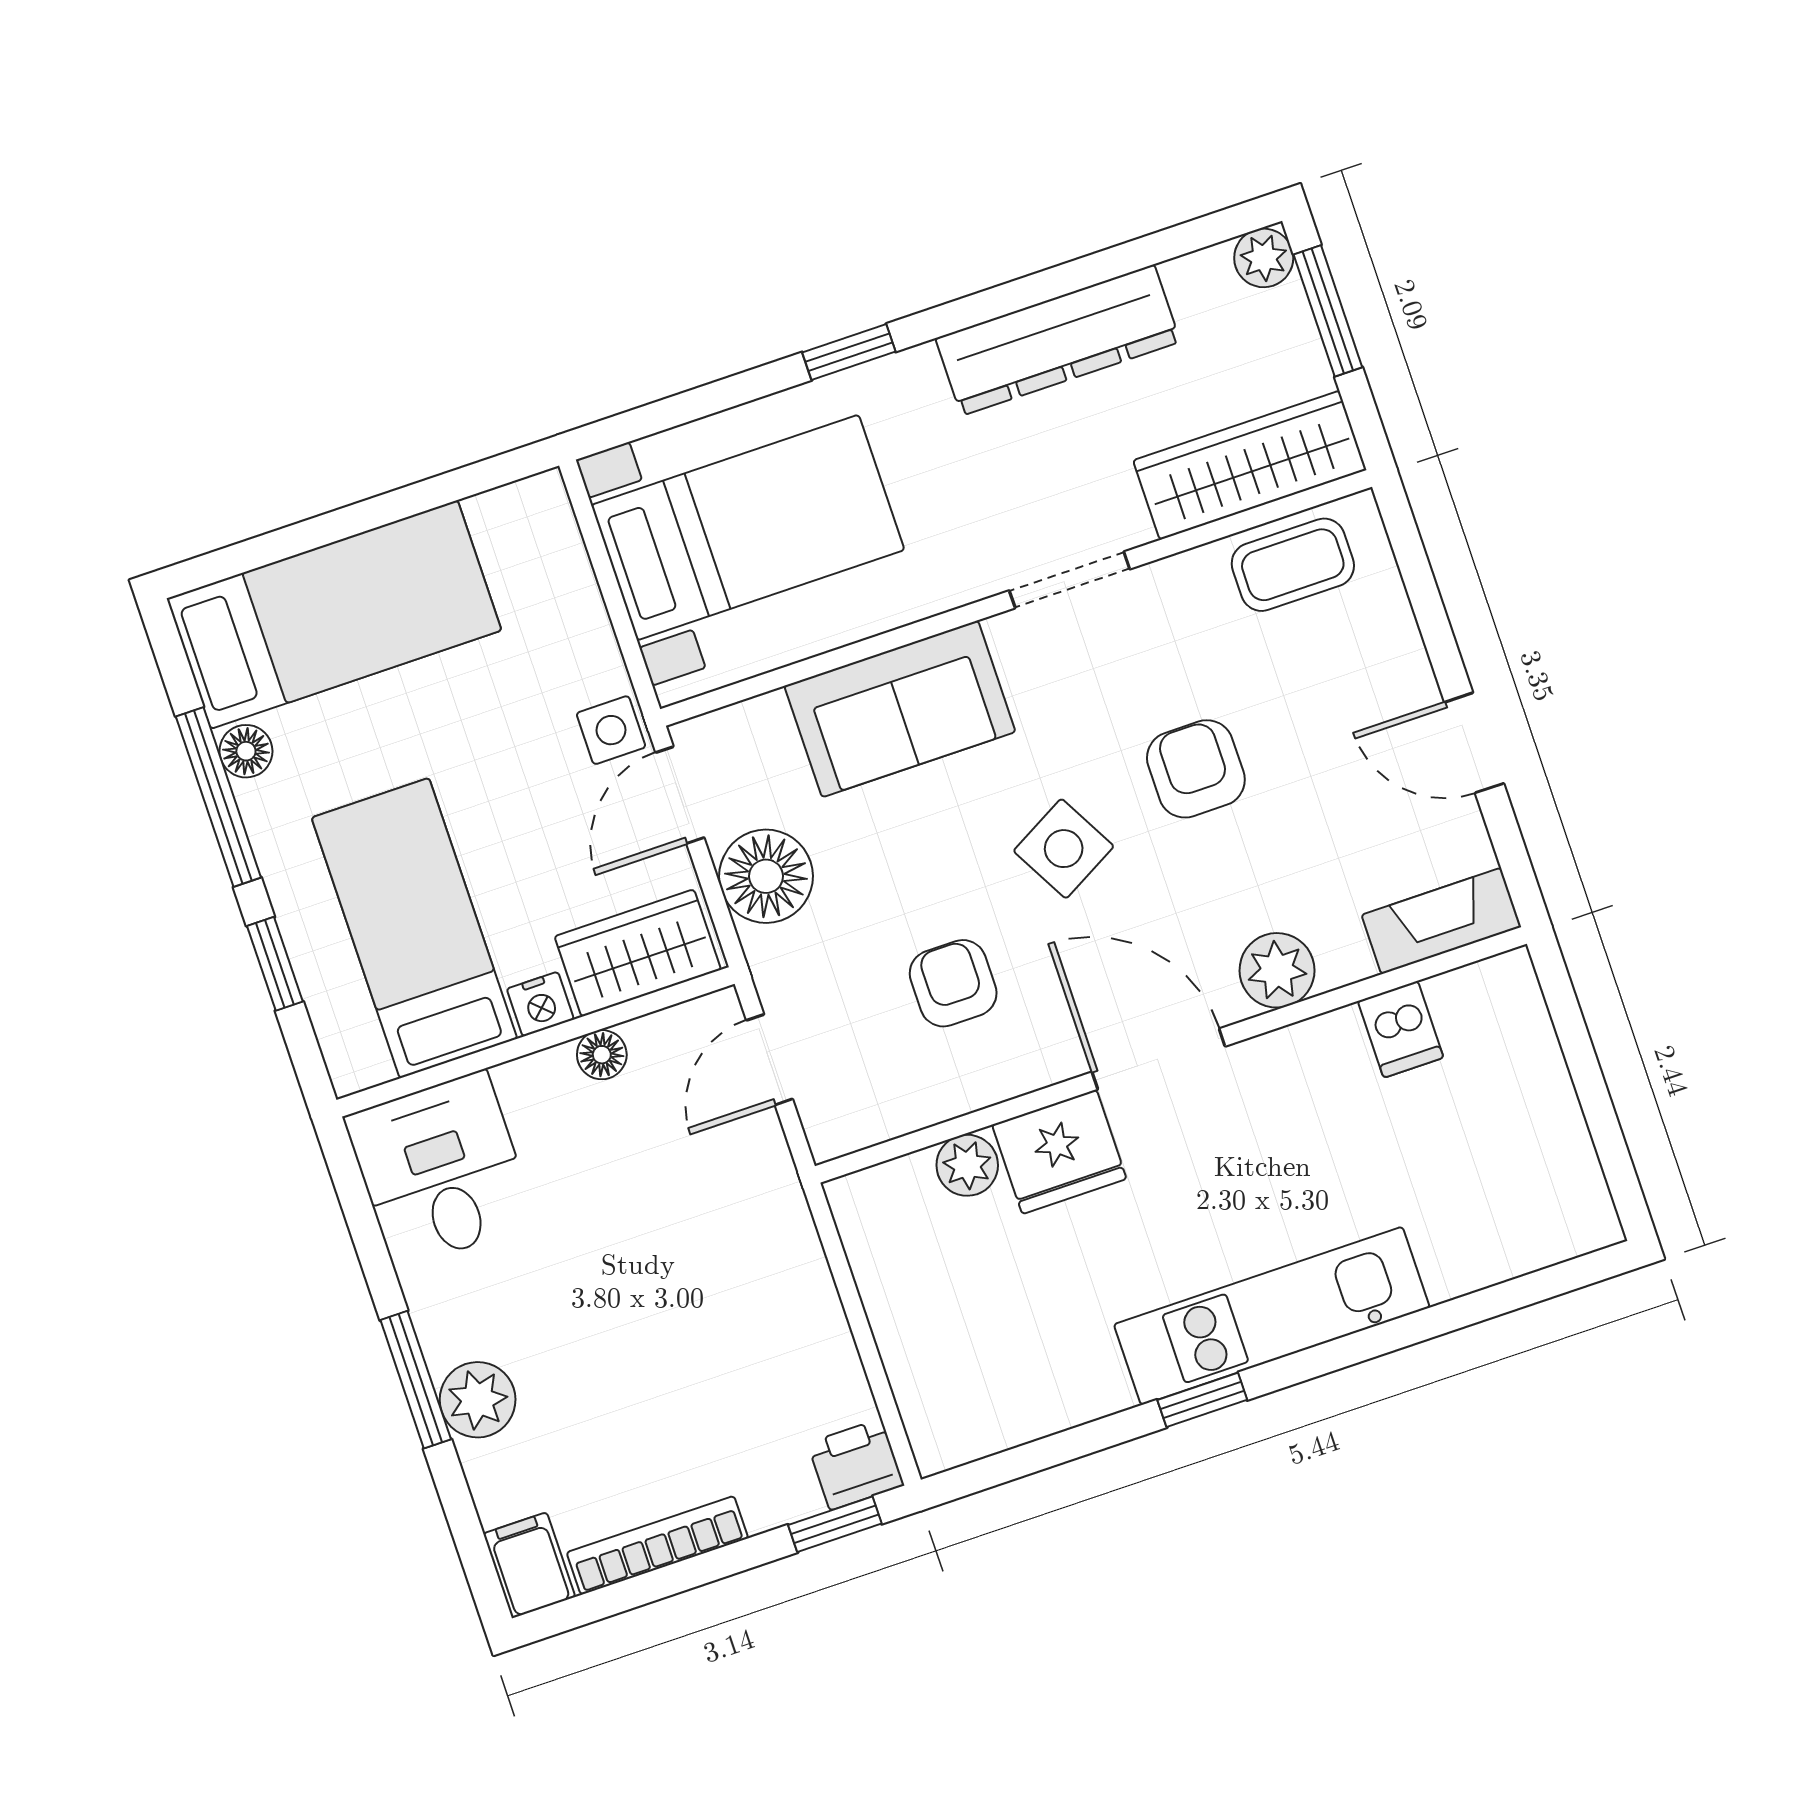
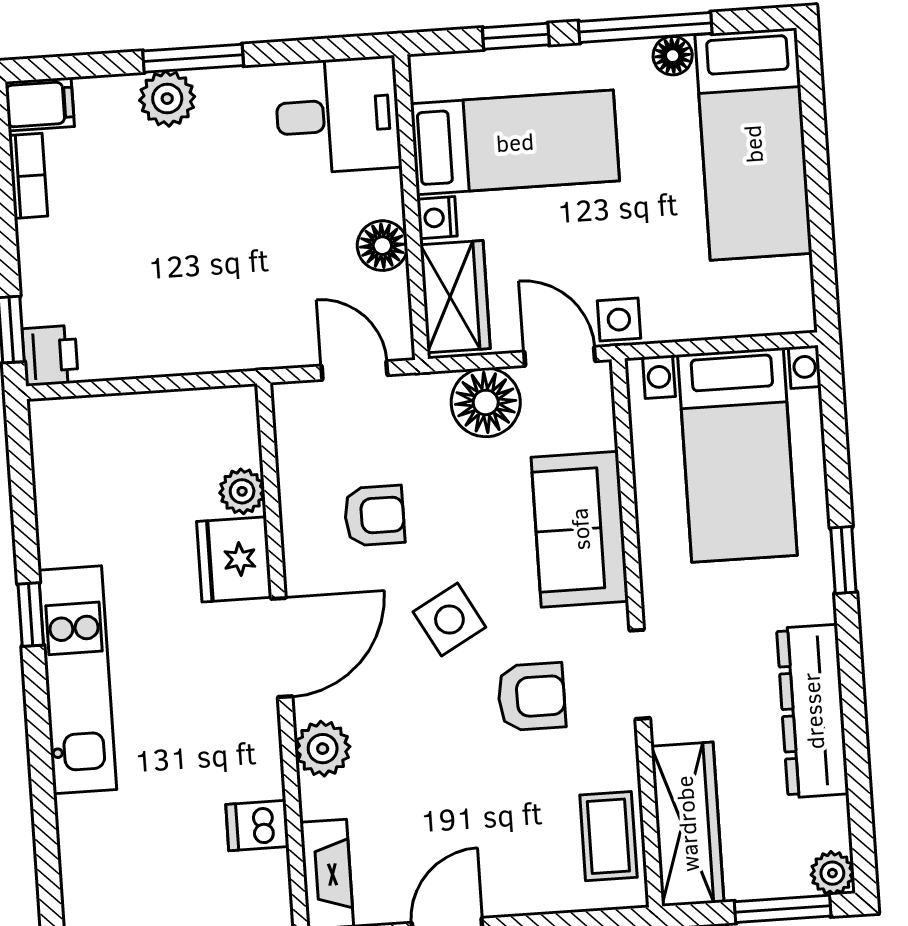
armchair: (1196, 769) -> (531, 697), moved
floor lamp: (602, 1055) -> (382, 246), width x1.37, depth x1.37
bookcase: (657, 1545) -> (28, 176), width x0.64

